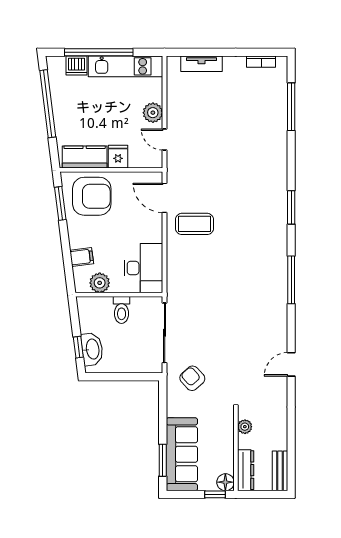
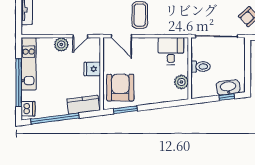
dishwasher: (76, 66) -> (28, 109), moved
kitchen counter: (85, 157) -> (83, 105), moved, turned 83
door: (165, 198) -> (121, 36), hinge flipped
filing cabinet: (82, 257) -> (163, 95), removed
desk: (143, 268) -> (171, 51), width x0.73

